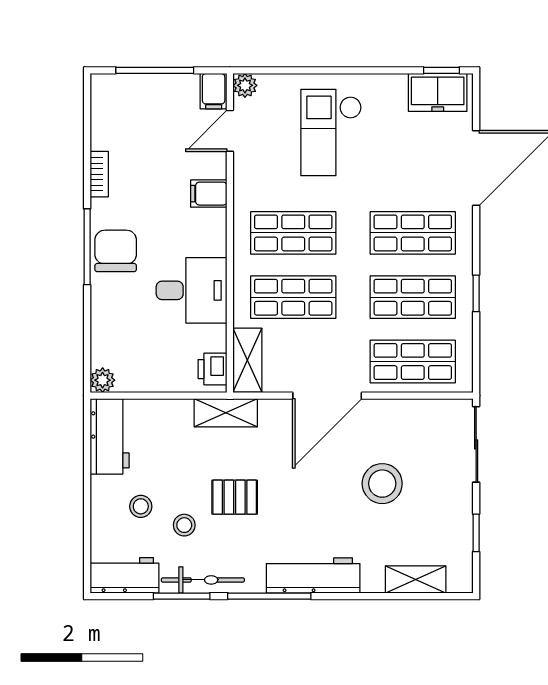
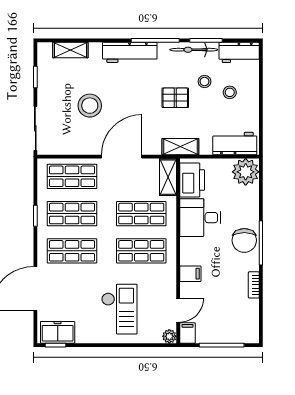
printer: (213, 369) -> (192, 180), width x1.87, depth x1.48
plant: (103, 380) -> (246, 172), width x1.87, depth x1.87
workbench: (110, 436) -> (235, 144), moved, turned 90

